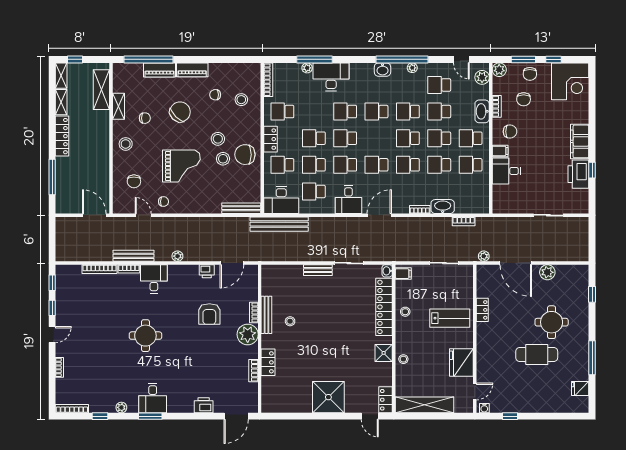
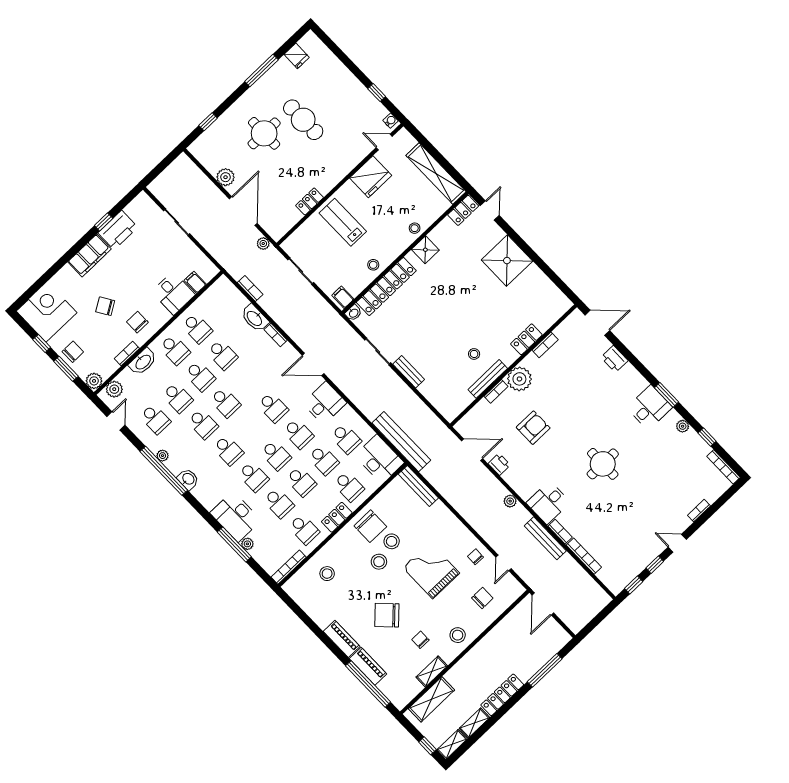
chair: (215, 95) -> (344, 599), removed
chair: (524, 99) -> (105, 306), moved, turned -122
filing cabinet: (500, 151) -> (195, 282), moved
school desk: (408, 165) -> (279, 503), moved

